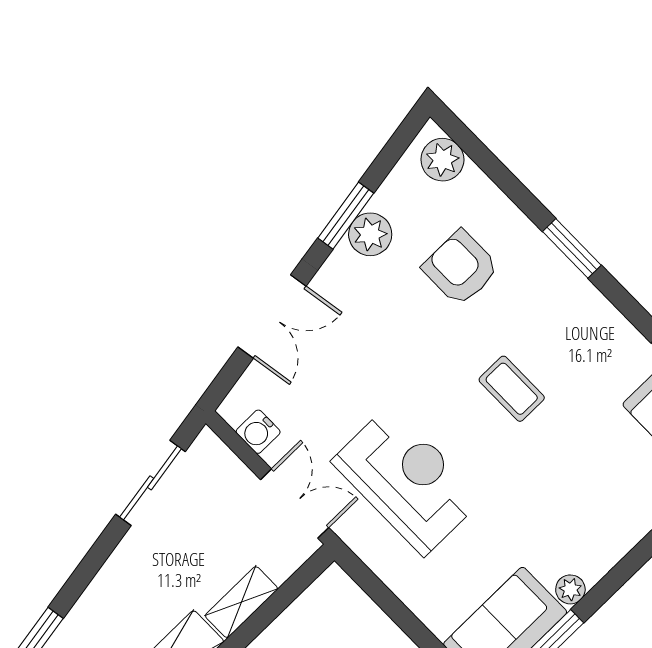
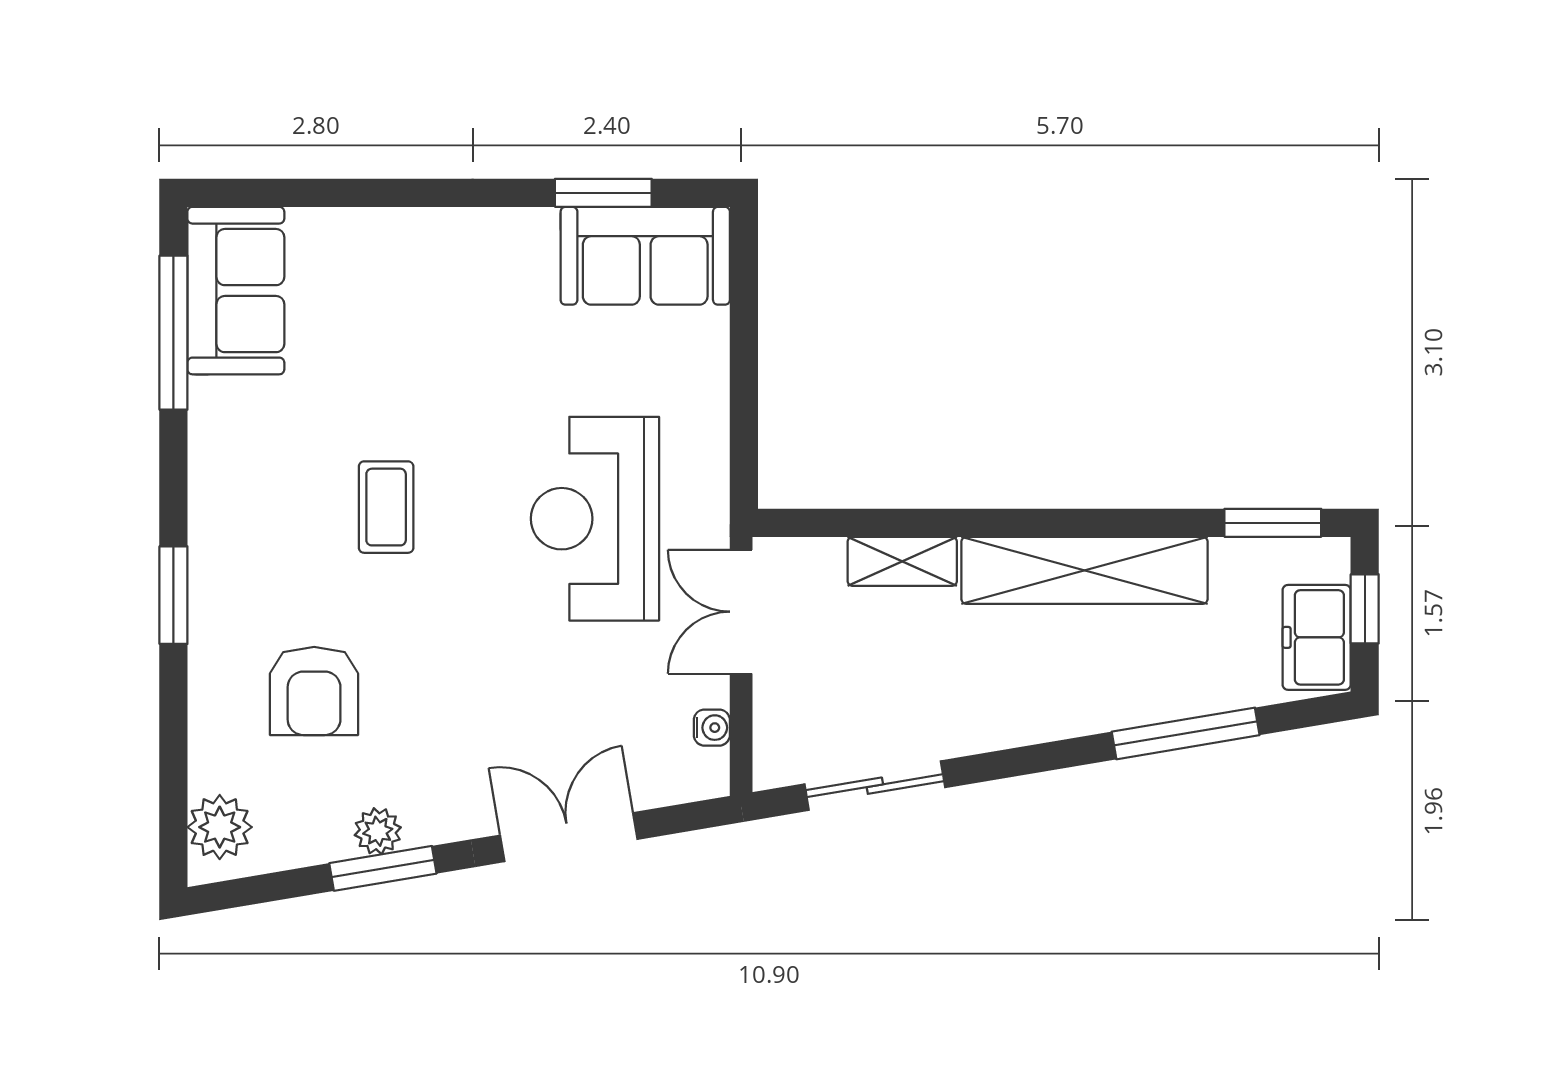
plant: (370, 234) -> (378, 831), width x0.73, depth x0.73
water cooler: (258, 432) -> (712, 728), width x0.72, depth x0.72
plant: (570, 589) -> (534, 229), removed

